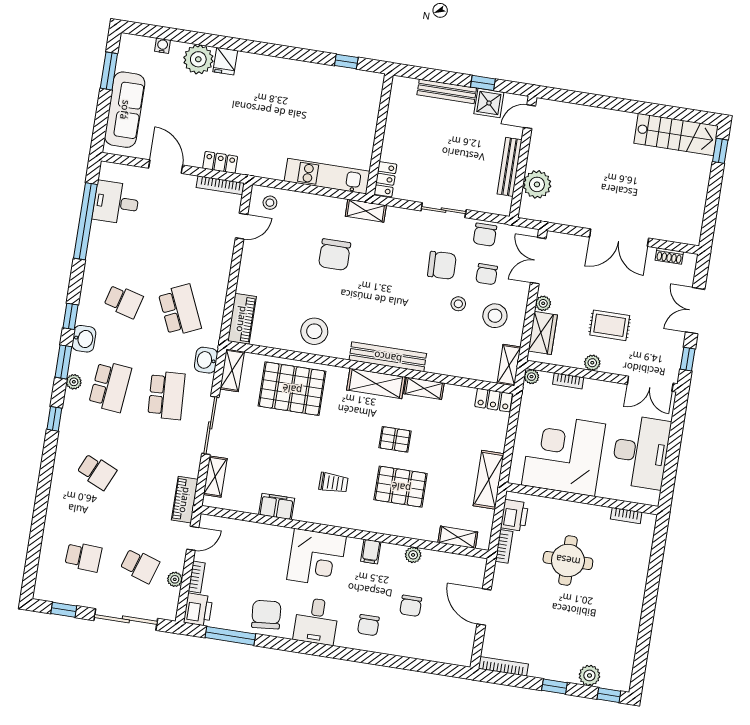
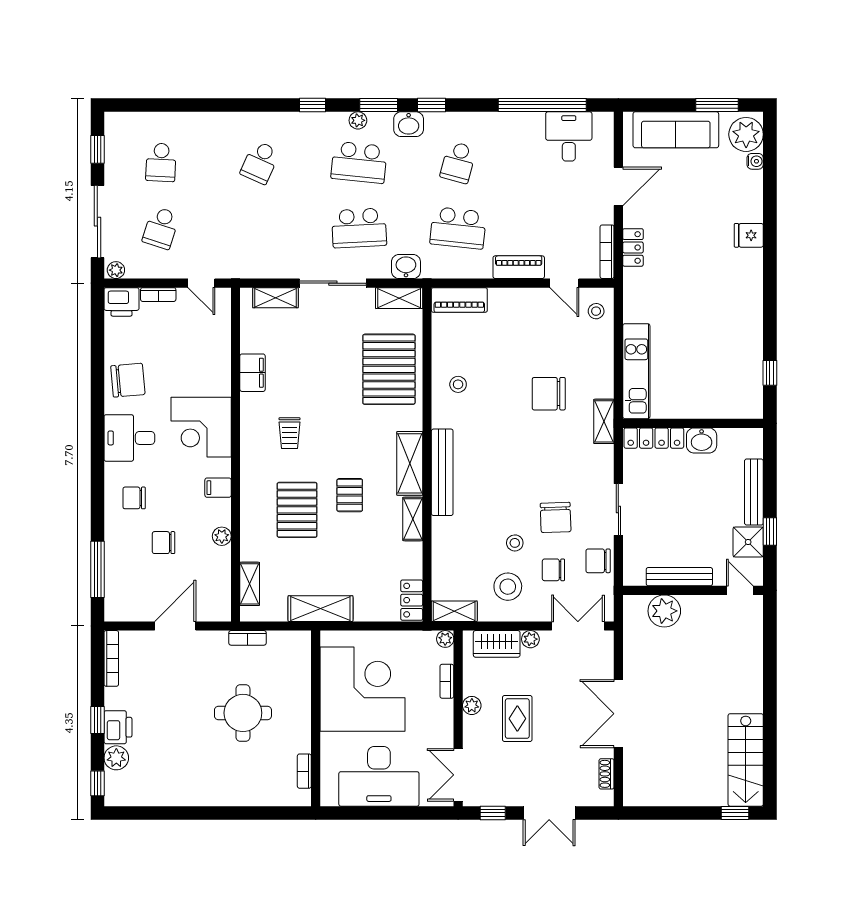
plant: (198, 59) -> (746, 134), moved
washbasin: (395, 129) -> (702, 440), added
locker: (385, 179) -> (654, 438), width x1.53
school desk: (180, 310) -> (458, 228), turned 30
double door: (695, 311) -> (549, 813), swing flipped
stool: (314, 331) -> (458, 384), width x0.53, depth x0.53
piano: (185, 500) -> (519, 267), moved
printer: (514, 515) -> (118, 727), moved, turned -90
plant: (175, 579) -> (116, 270), moved
window: (230, 636) -> (97, 569), moved

